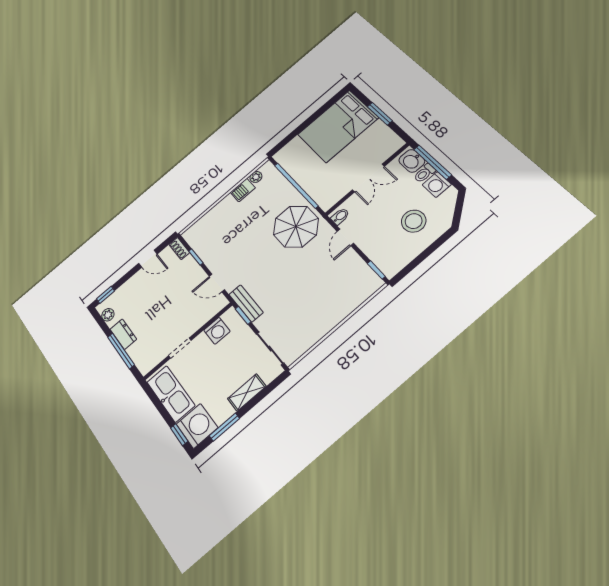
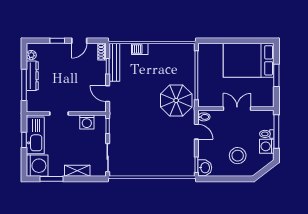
washbasin: (412, 161) -> (205, 168), moved, turned 180
plant: (256, 177) -> (179, 48), removed
double door: (368, 178) -> (237, 109), swing flipped
barbecue: (243, 190) -> (140, 49), moved
door: (345, 237) -> (196, 132), swing flipped
door: (148, 259) -> (79, 41), hinge flipped
window: (106, 295) -> (57, 41), moved
bench: (246, 303) -> (114, 62), moved, width x1.36
dresser: (123, 334) -> (32, 76), width x1.44
window: (179, 435) -> (24, 140), moved

